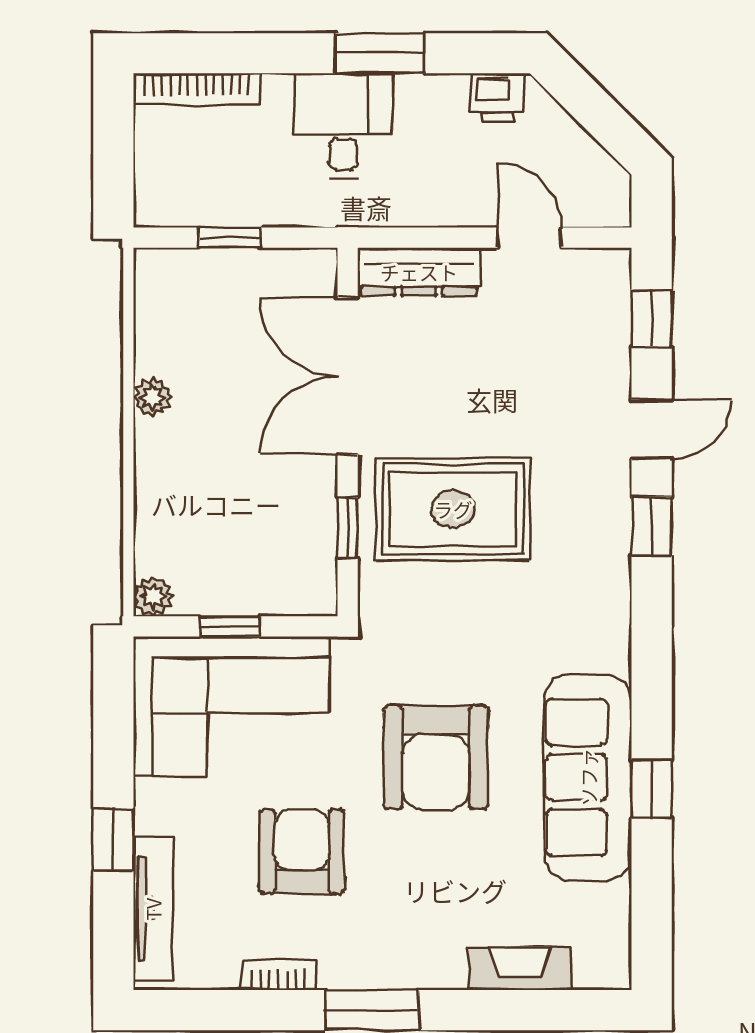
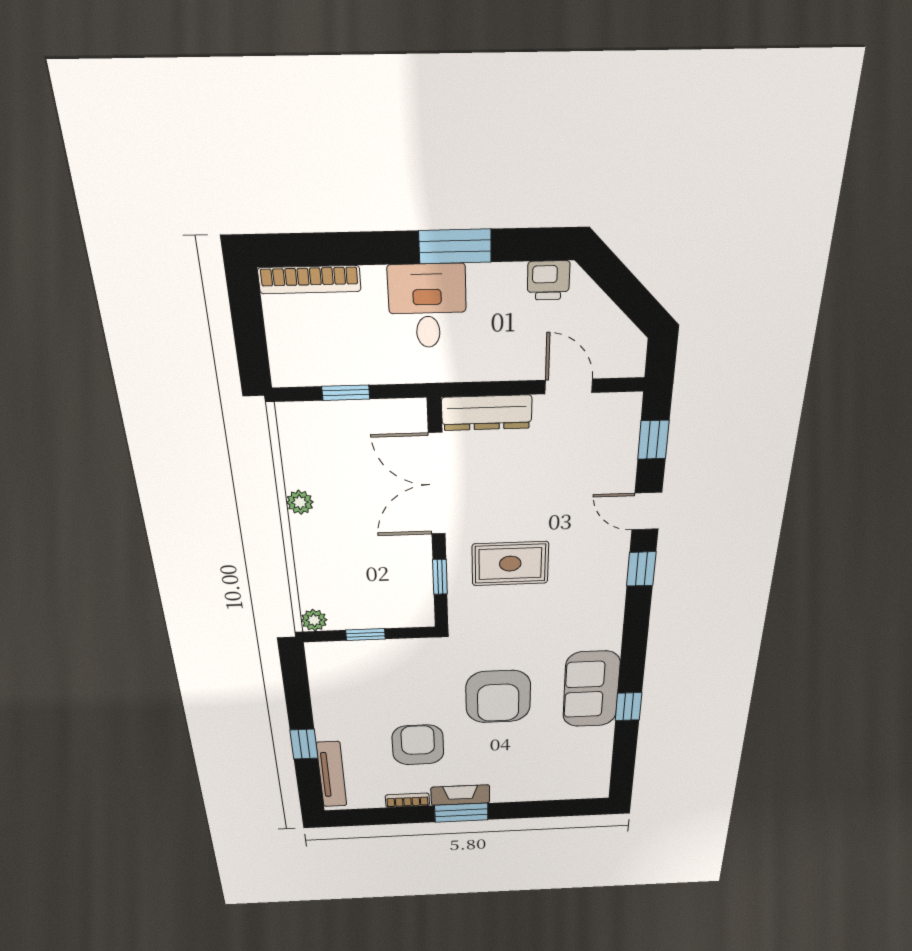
door: (652, 429) -> (647, 511), swing flipped
rug: (453, 509) -> (510, 564), width x0.73, depth x0.70
corner sofa: (231, 706) -> (370, 676), removed
sofa: (588, 777) -> (591, 689), width x0.73
fireplace: (520, 969) -> (460, 795), moved

